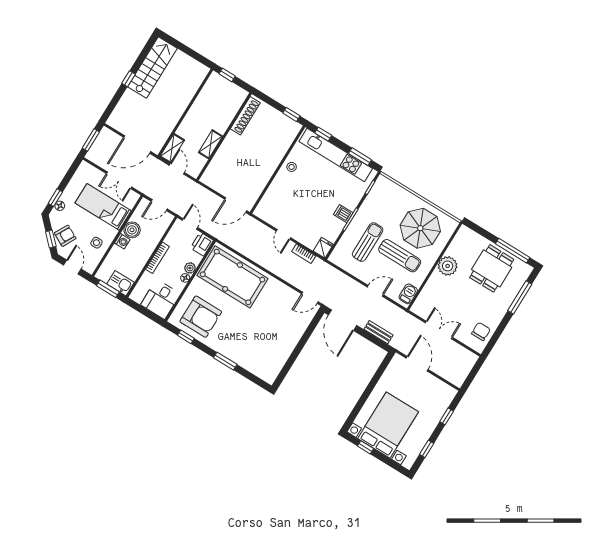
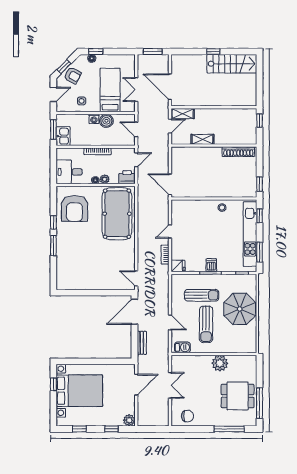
parasol: (420, 228) -> (240, 309), moved
window: (186, 337) -> (53, 222), moved
plant: (449, 393) -> (129, 420), added

